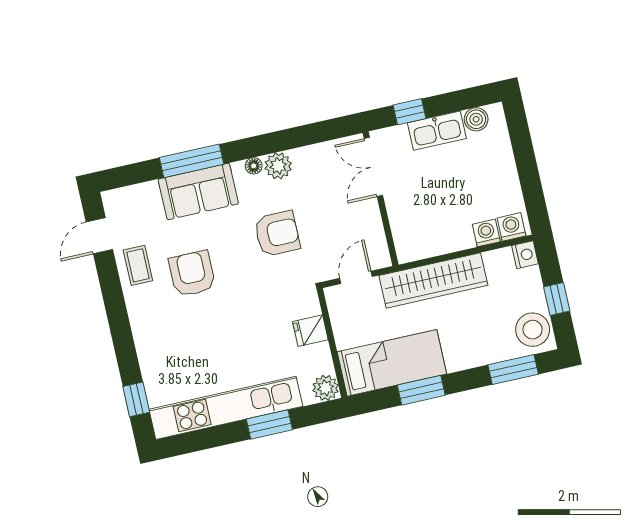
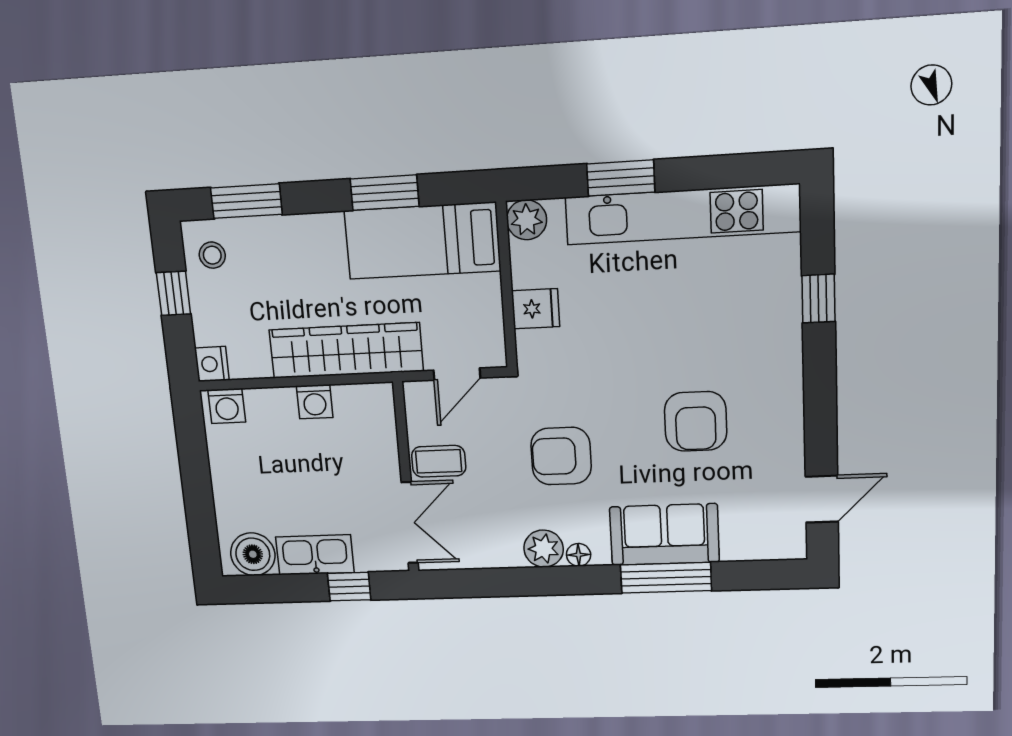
boiler: (476, 119) -> (253, 554), width x1.36, depth x1.36
washing machine: (486, 233) -> (315, 402), moved
coffee table: (138, 265) -> (439, 461), moved, turned 90
stool: (533, 330) -> (212, 255), width x0.53, depth x0.53
window: (136, 399) -> (818, 299), moved

